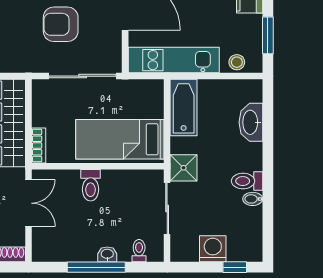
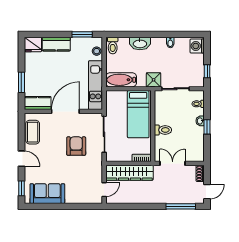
armchair: (61, 24) -> (76, 146), turned 180
washbasin: (251, 122) -> (140, 44), moved
toilet: (247, 181) -> (113, 46), moved
washing machine: (213, 249) -> (197, 46), moved
window: (96, 267) -> (207, 127), width x0.46
window: (235, 267) -> (207, 71), moved

